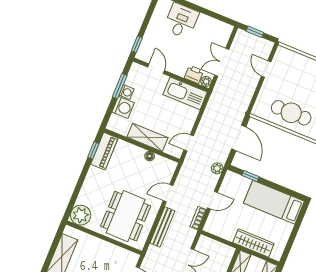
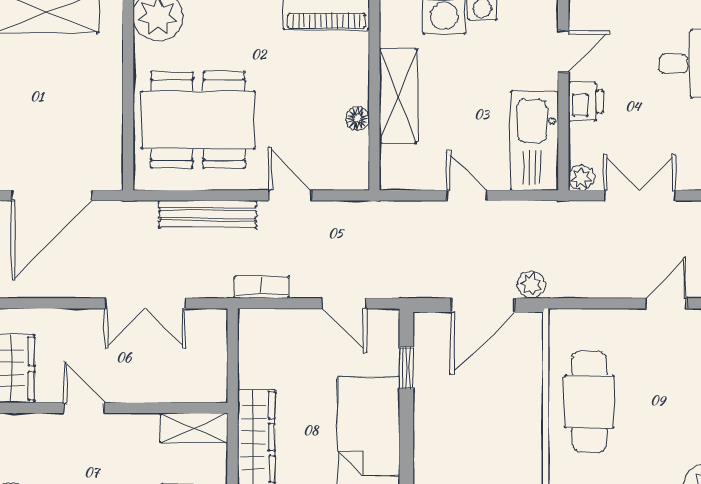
printer: (194, 74) -> (586, 102), moved
door: (189, 143) -> (467, 195), moved
plant: (217, 168) -> (531, 284), moved
door: (212, 200) -> (344, 303), moved

